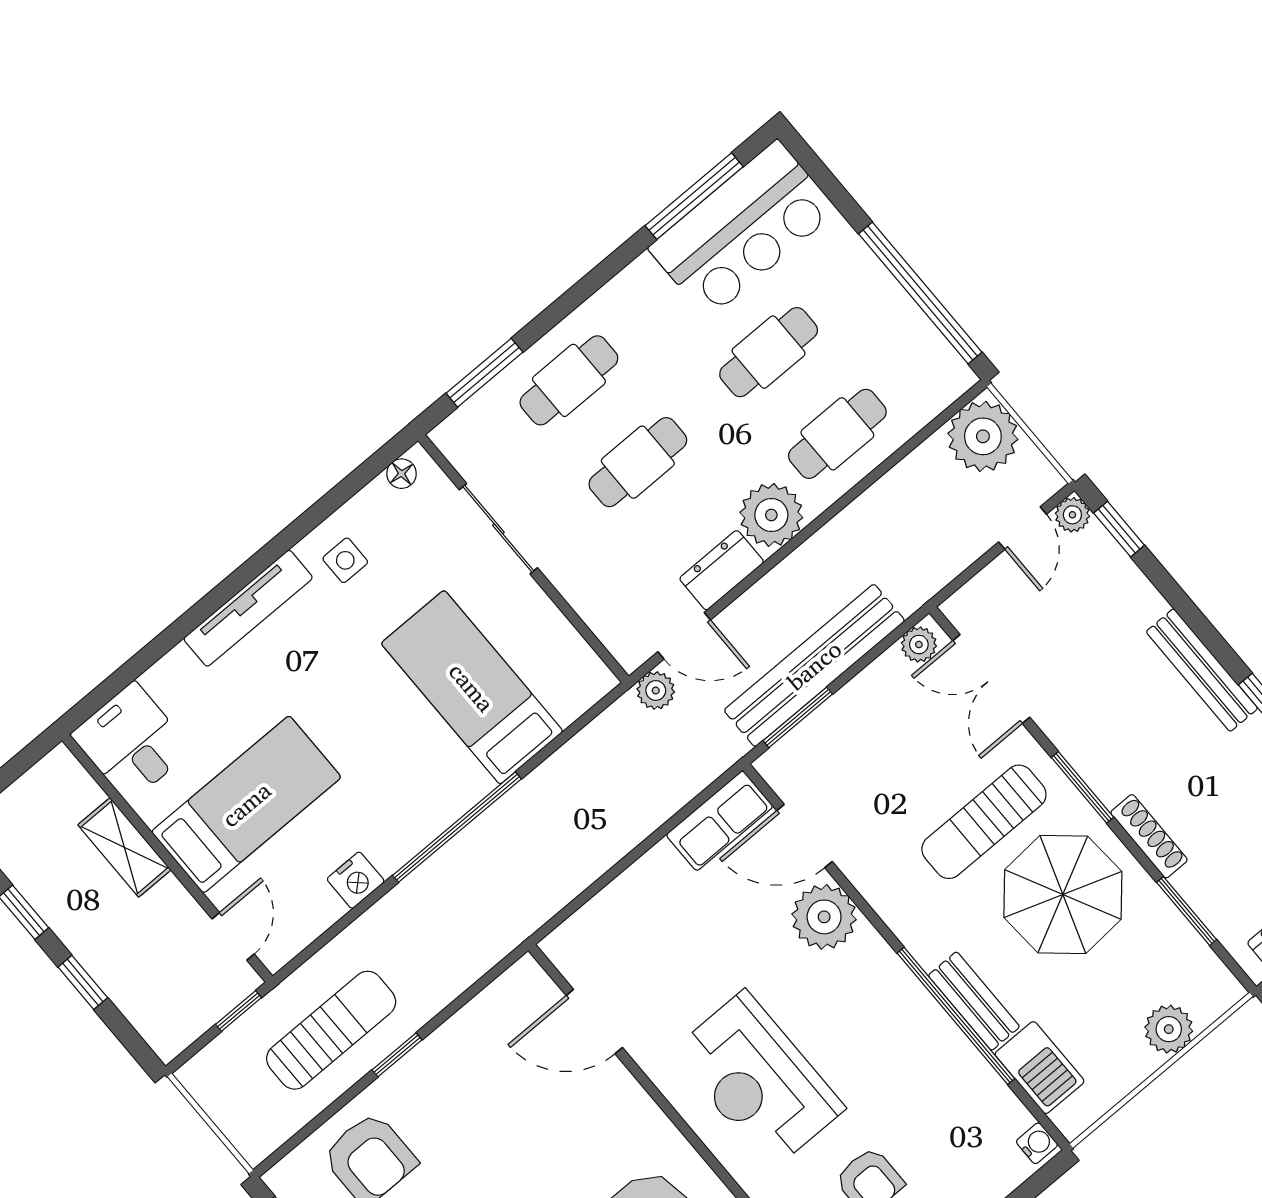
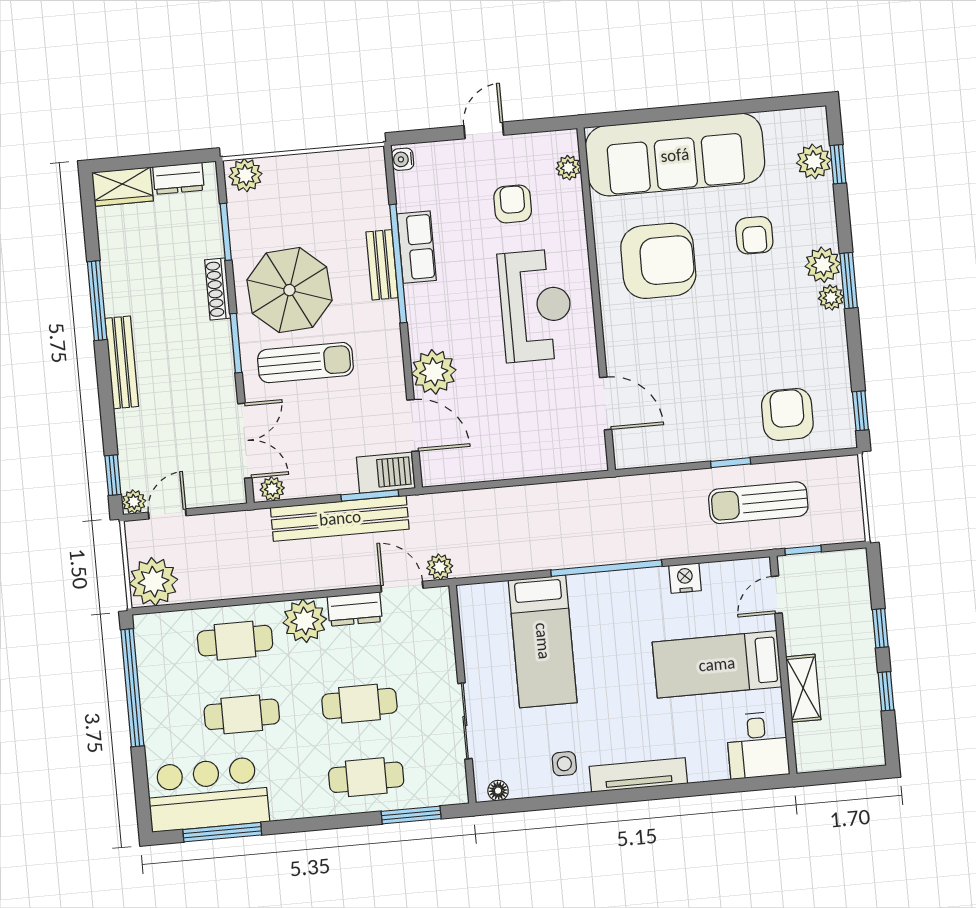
row of seats: (720, 821) -> (417, 247), moved, turned 90
plant: (1169, 1029) -> (246, 175), moved
barbecue: (1040, 1068) -> (386, 473), moved, turned 90

